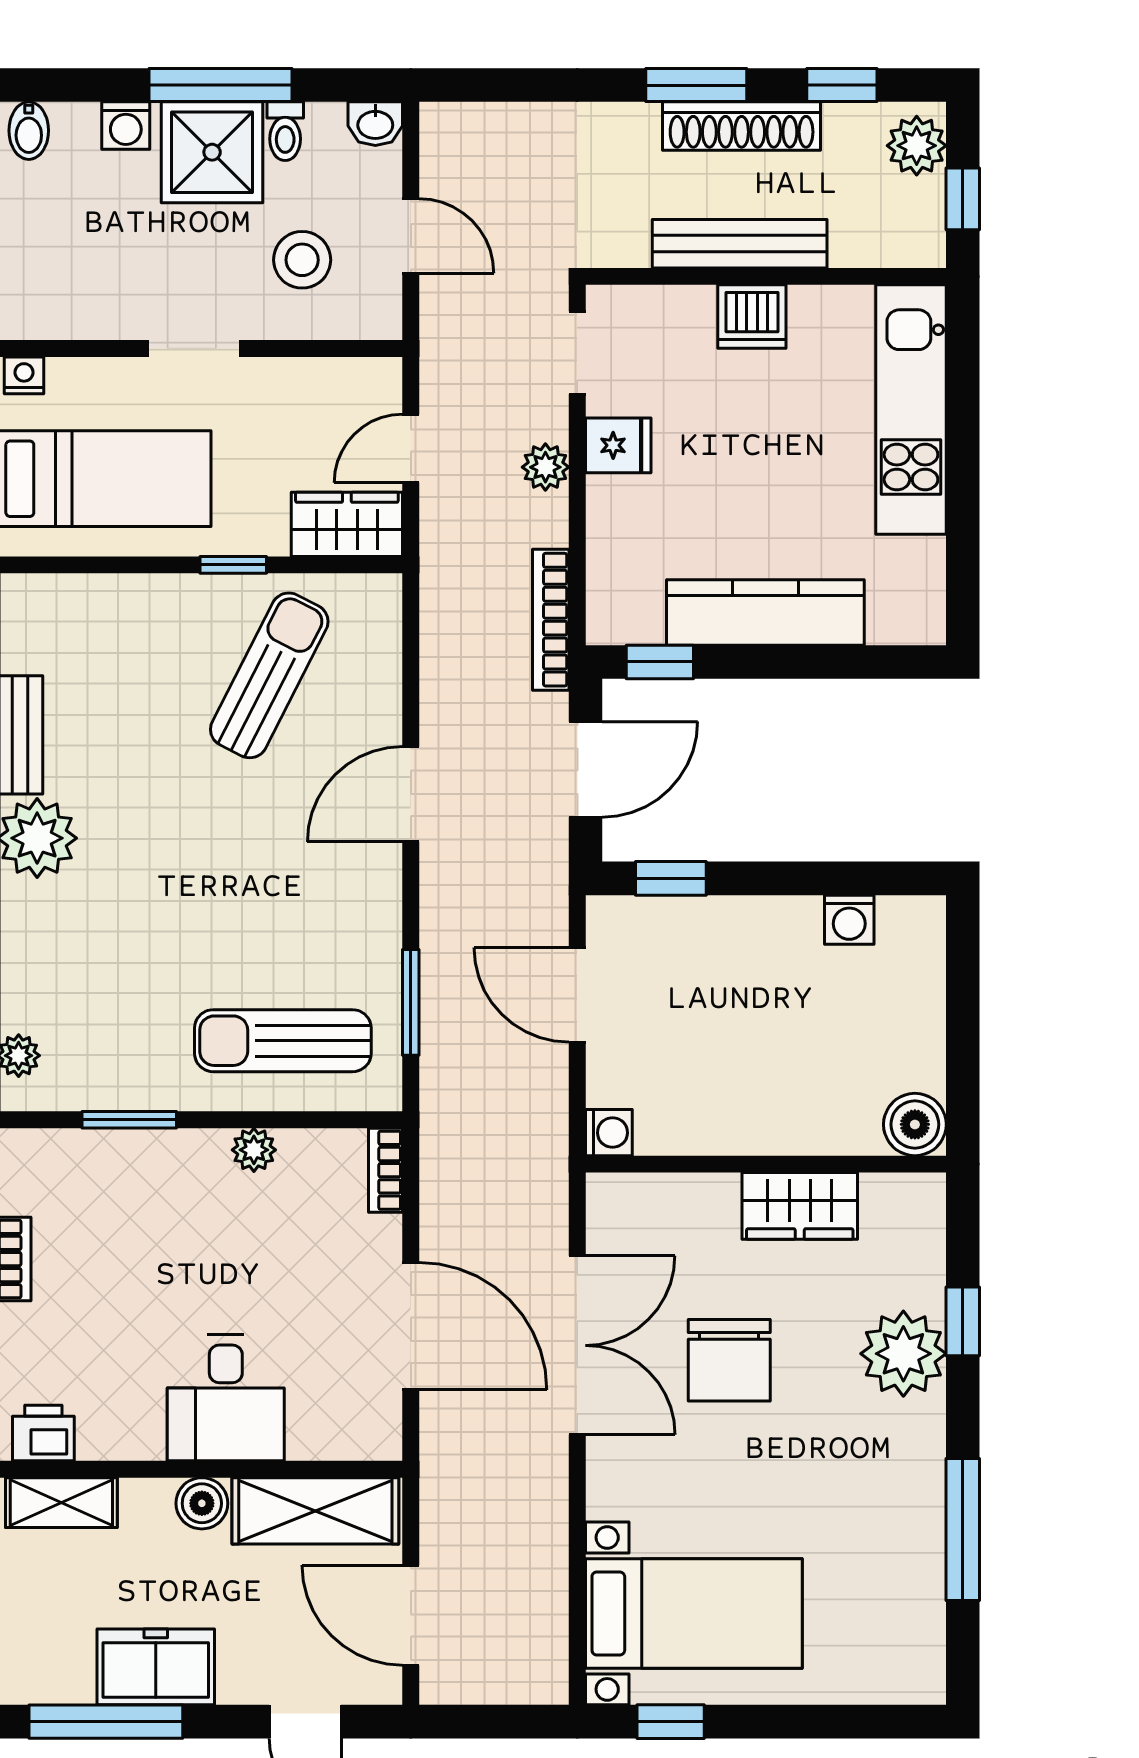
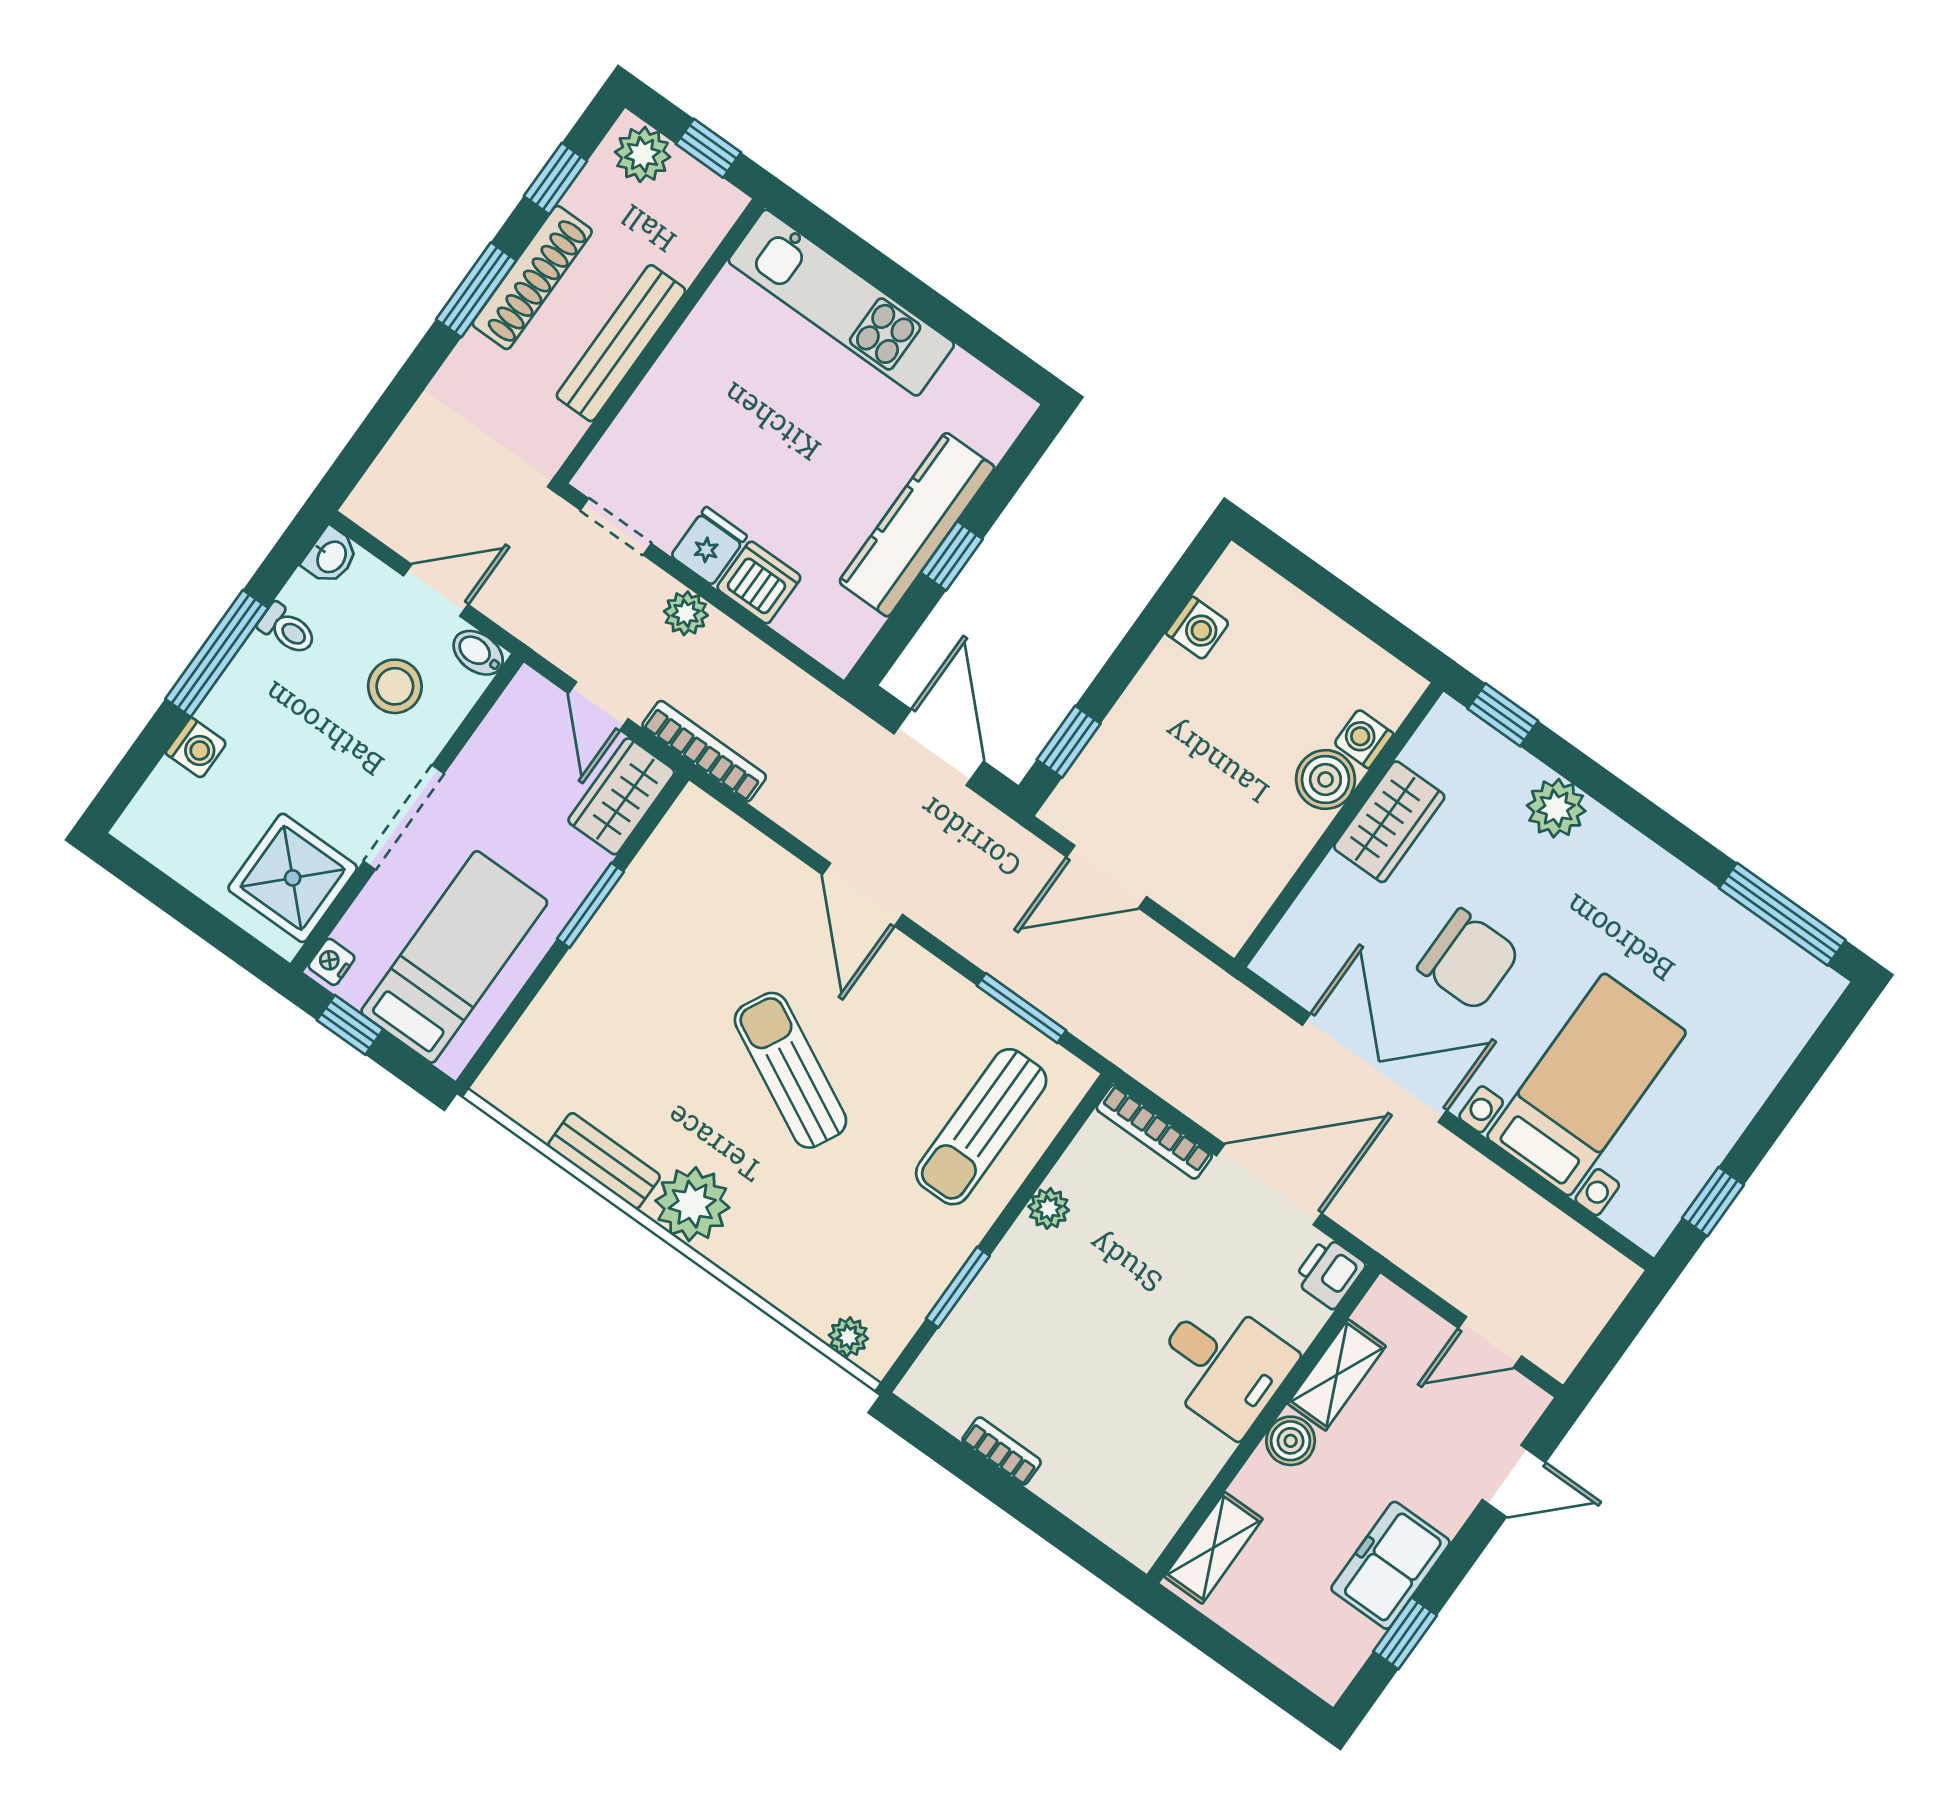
bidet: (29, 131) -> (478, 653), moved, turned 180
shower: (212, 152) -> (293, 878), moved
dishwasher: (752, 317) -> (759, 582), moved, turned -90
doorway: (194, 349) -> (404, 817), width x1.38
window: (233, 565) -> (590, 905), width x1.50
bookcase: (551, 620) -> (704, 751), moved, turned 180
window: (660, 662) -> (952, 556), moved
sun lounger: (269, 675) -> (790, 1070), moved
boiler: (915, 1124) -> (1325, 779), moved
washing machine: (609, 1133) -> (1364, 739), moved, turned -90
bookcase: (386, 1170) -> (1154, 1132), width x1.56
window: (963, 1321) -> (1503, 715), moved
plant: (903, 1354) -> (1556, 808), width x0.73, depth x0.73
printer: (43, 1433) -> (1329, 1273), moved
shelving: (315, 1511) -> (1337, 1375), width x0.67, depth x0.75
window: (963, 1529) -> (1782, 914), moved
bed with nightstands: (694, 1613) -> (1586, 1085), moved
door: (411, 1615) -> (1490, 1342), width x0.73
window: (106, 1722) -> (1405, 1633), width x0.46

